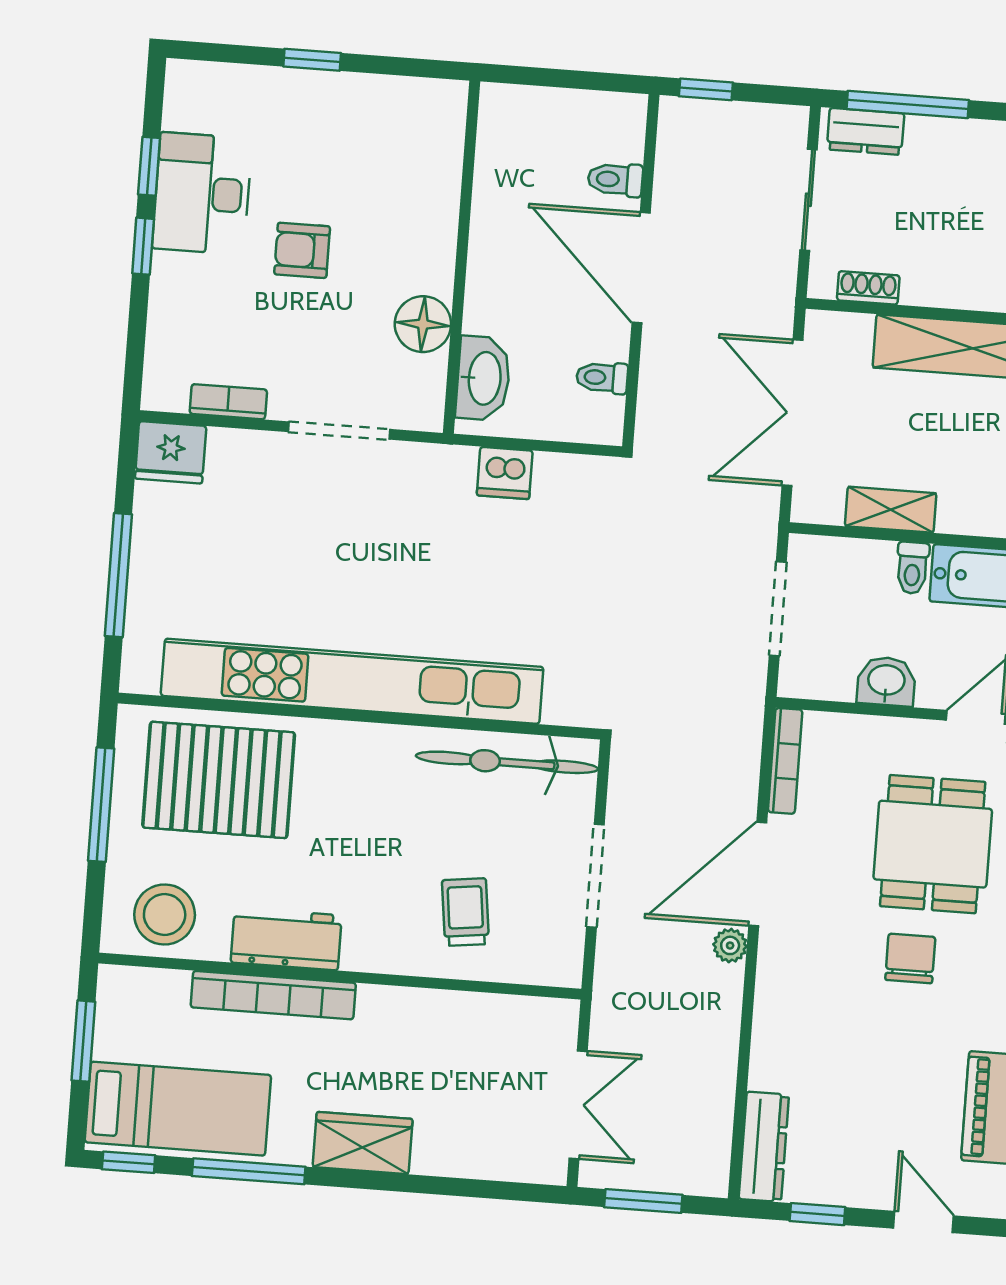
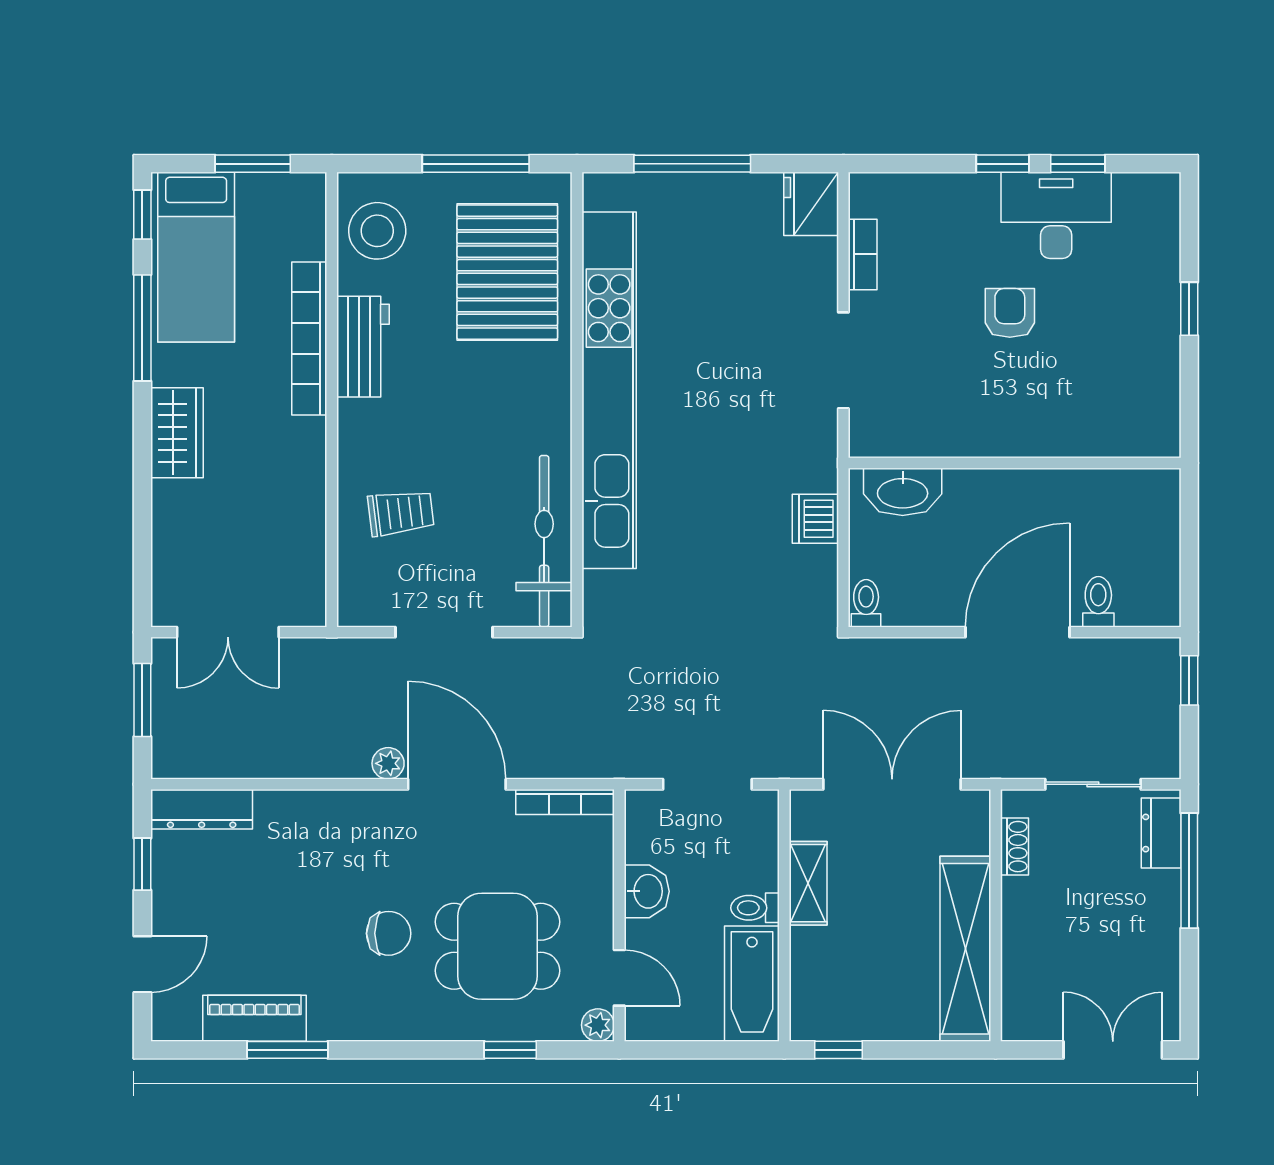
floor lamp: (423, 324) -> (949, 432), removed
toilet: (602, 378) -> (866, 603), moved

